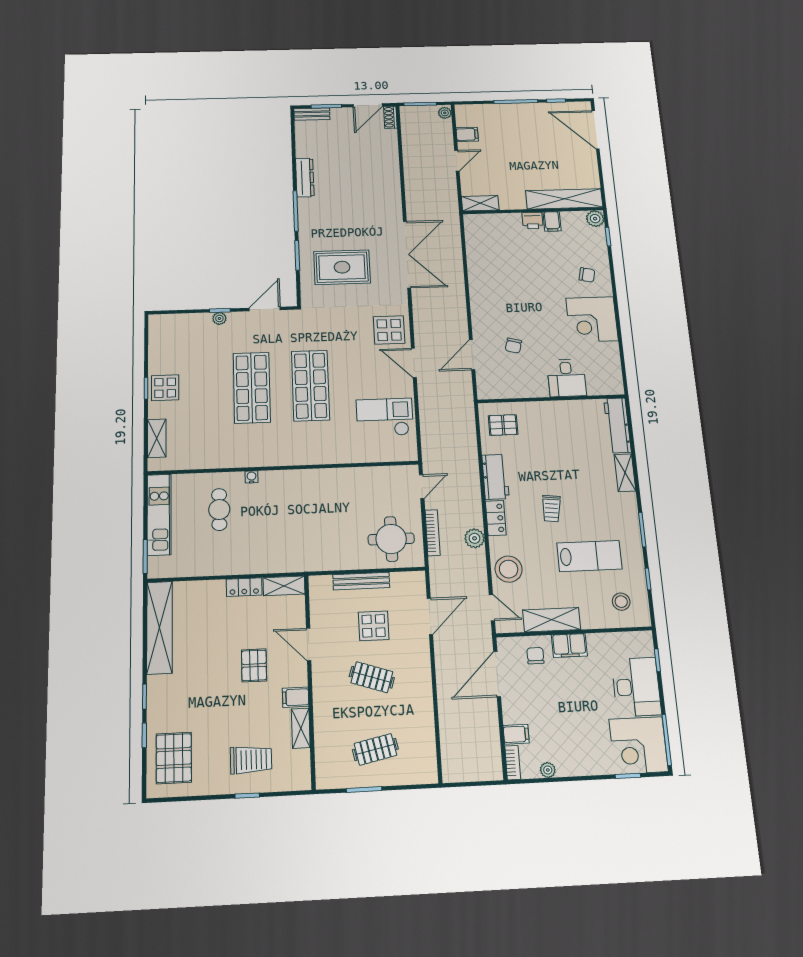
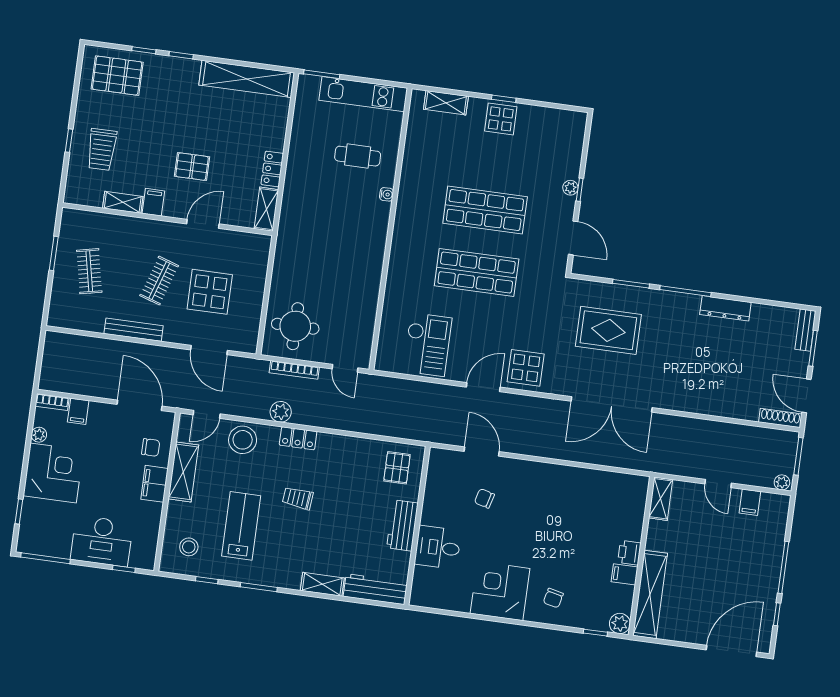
shoe rack: (390, 117) -> (780, 418), width x1.43
rug: (342, 267) -> (608, 330), turned 90
workbench: (495, 477) -> (402, 525), moved, turned 90
lab bench: (589, 556) -> (241, 526), turned 180
bench: (361, 581) -> (134, 330), moved, turned 90
display table: (374, 626) -> (210, 292), width x1.36, depth x1.36
corner desk: (639, 745) -> (53, 473), moved, turned 90

